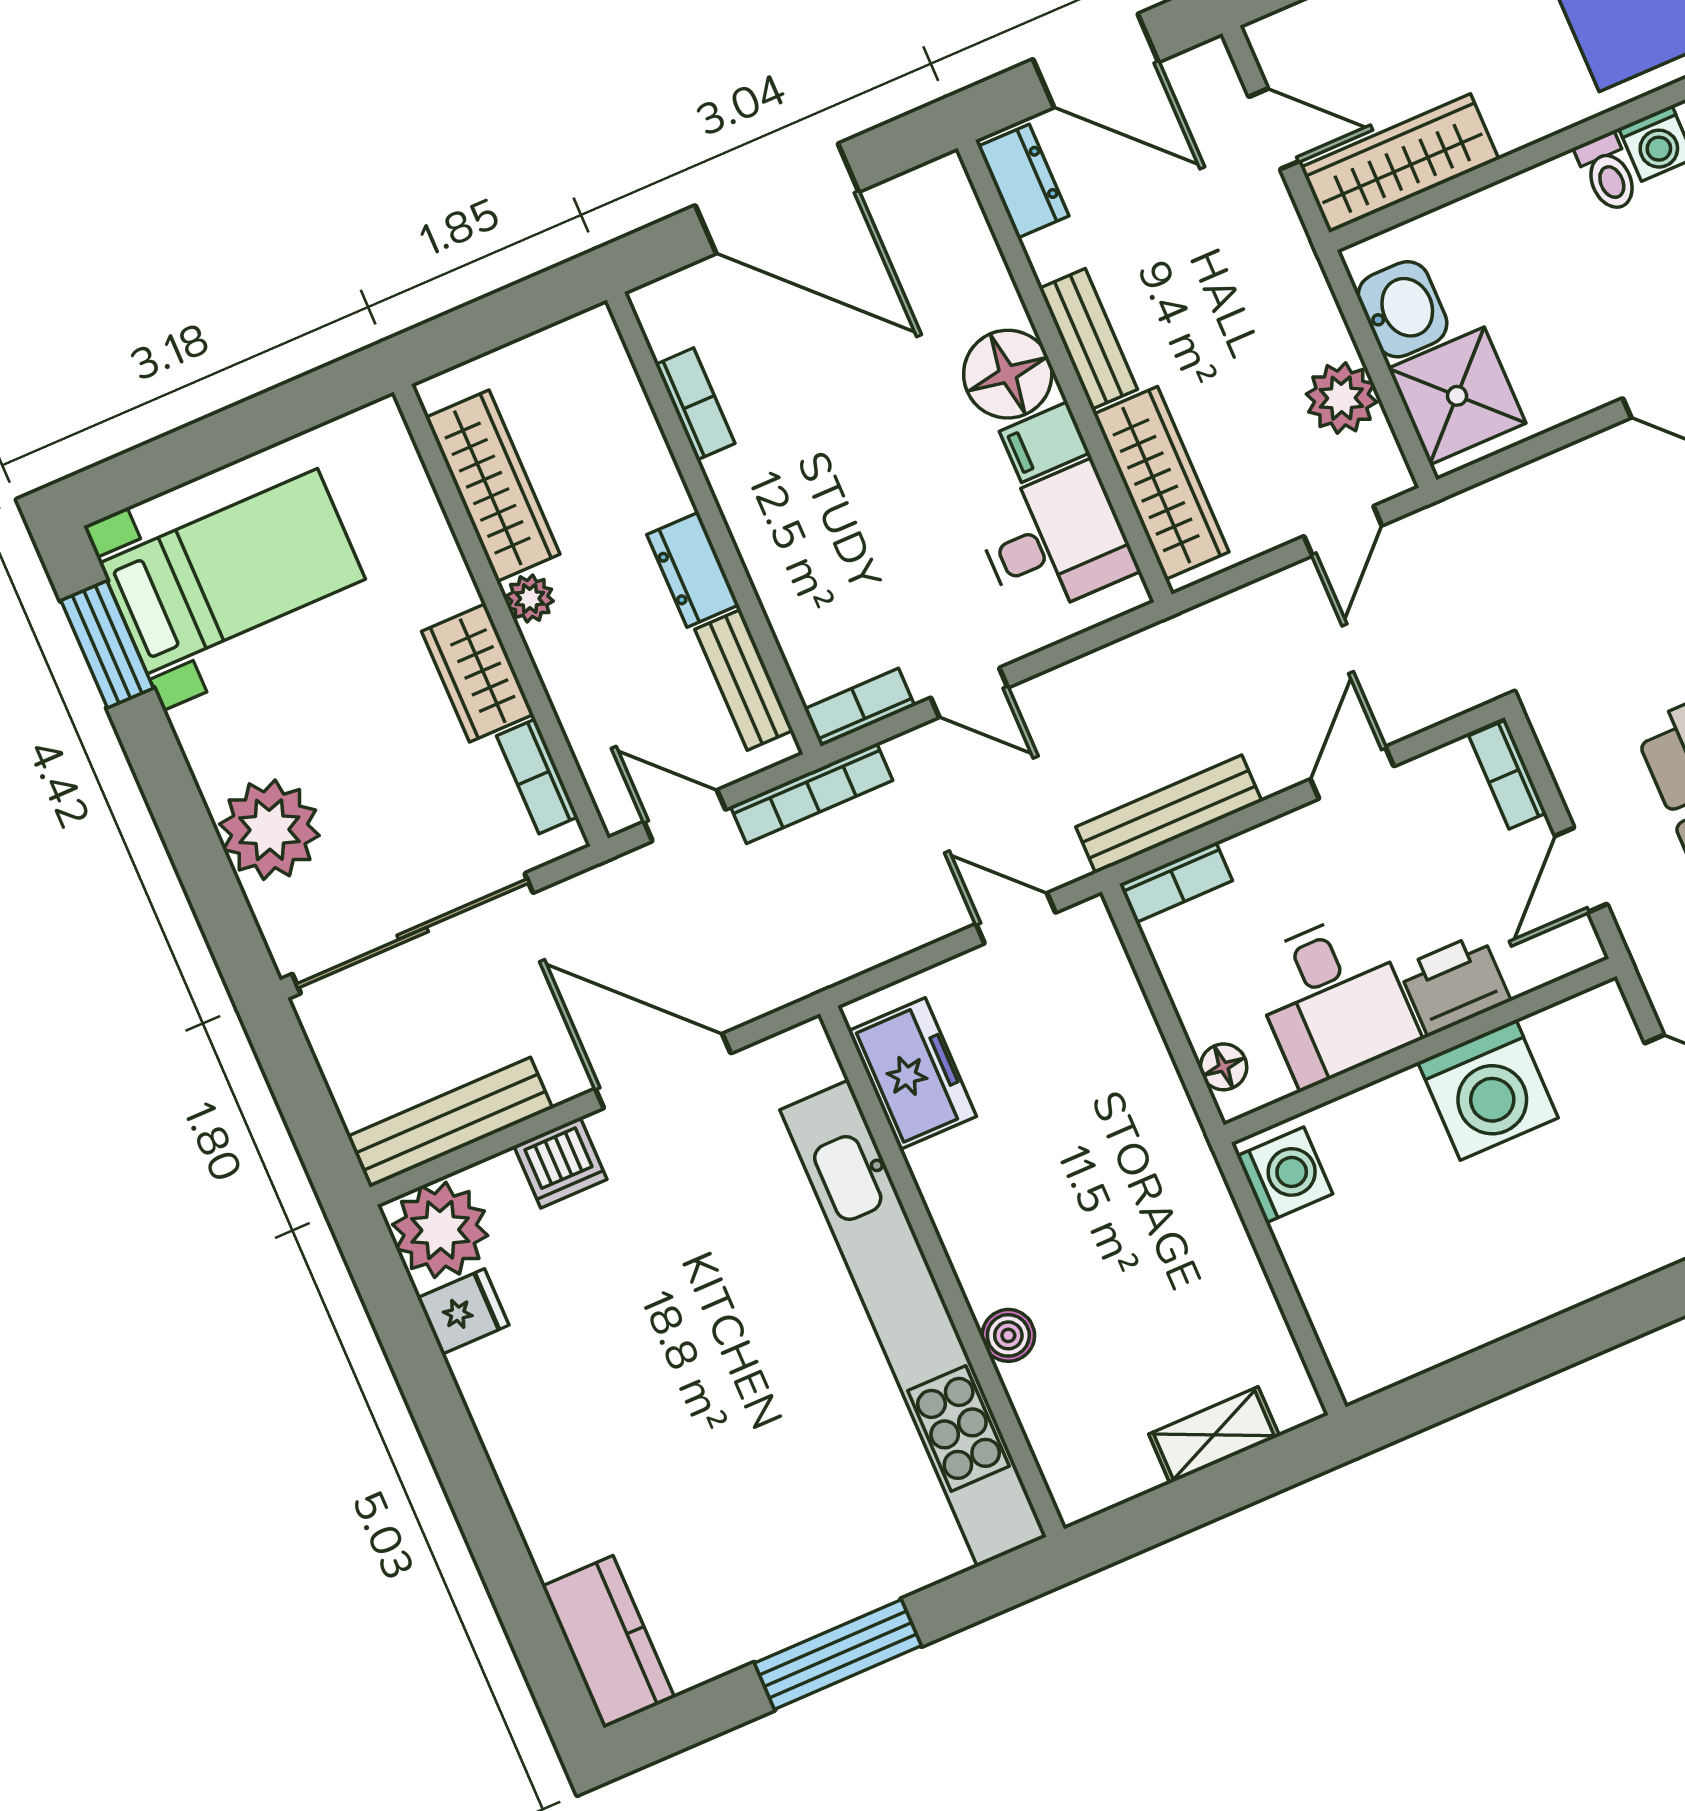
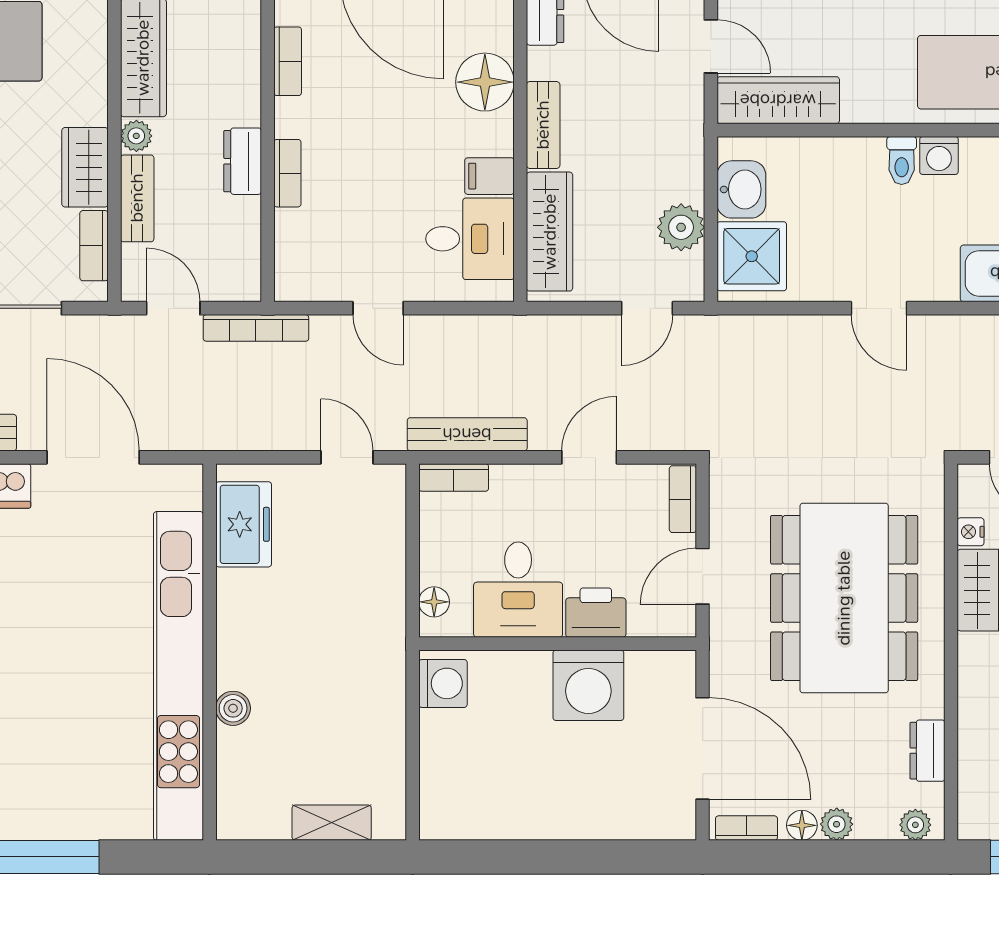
floor lamp: (1008, 374) -> (485, 82), moved
bench: (744, 680) -> (137, 198), moved
bookcase: (860, 707) -> (287, 173), moved, turned 90

